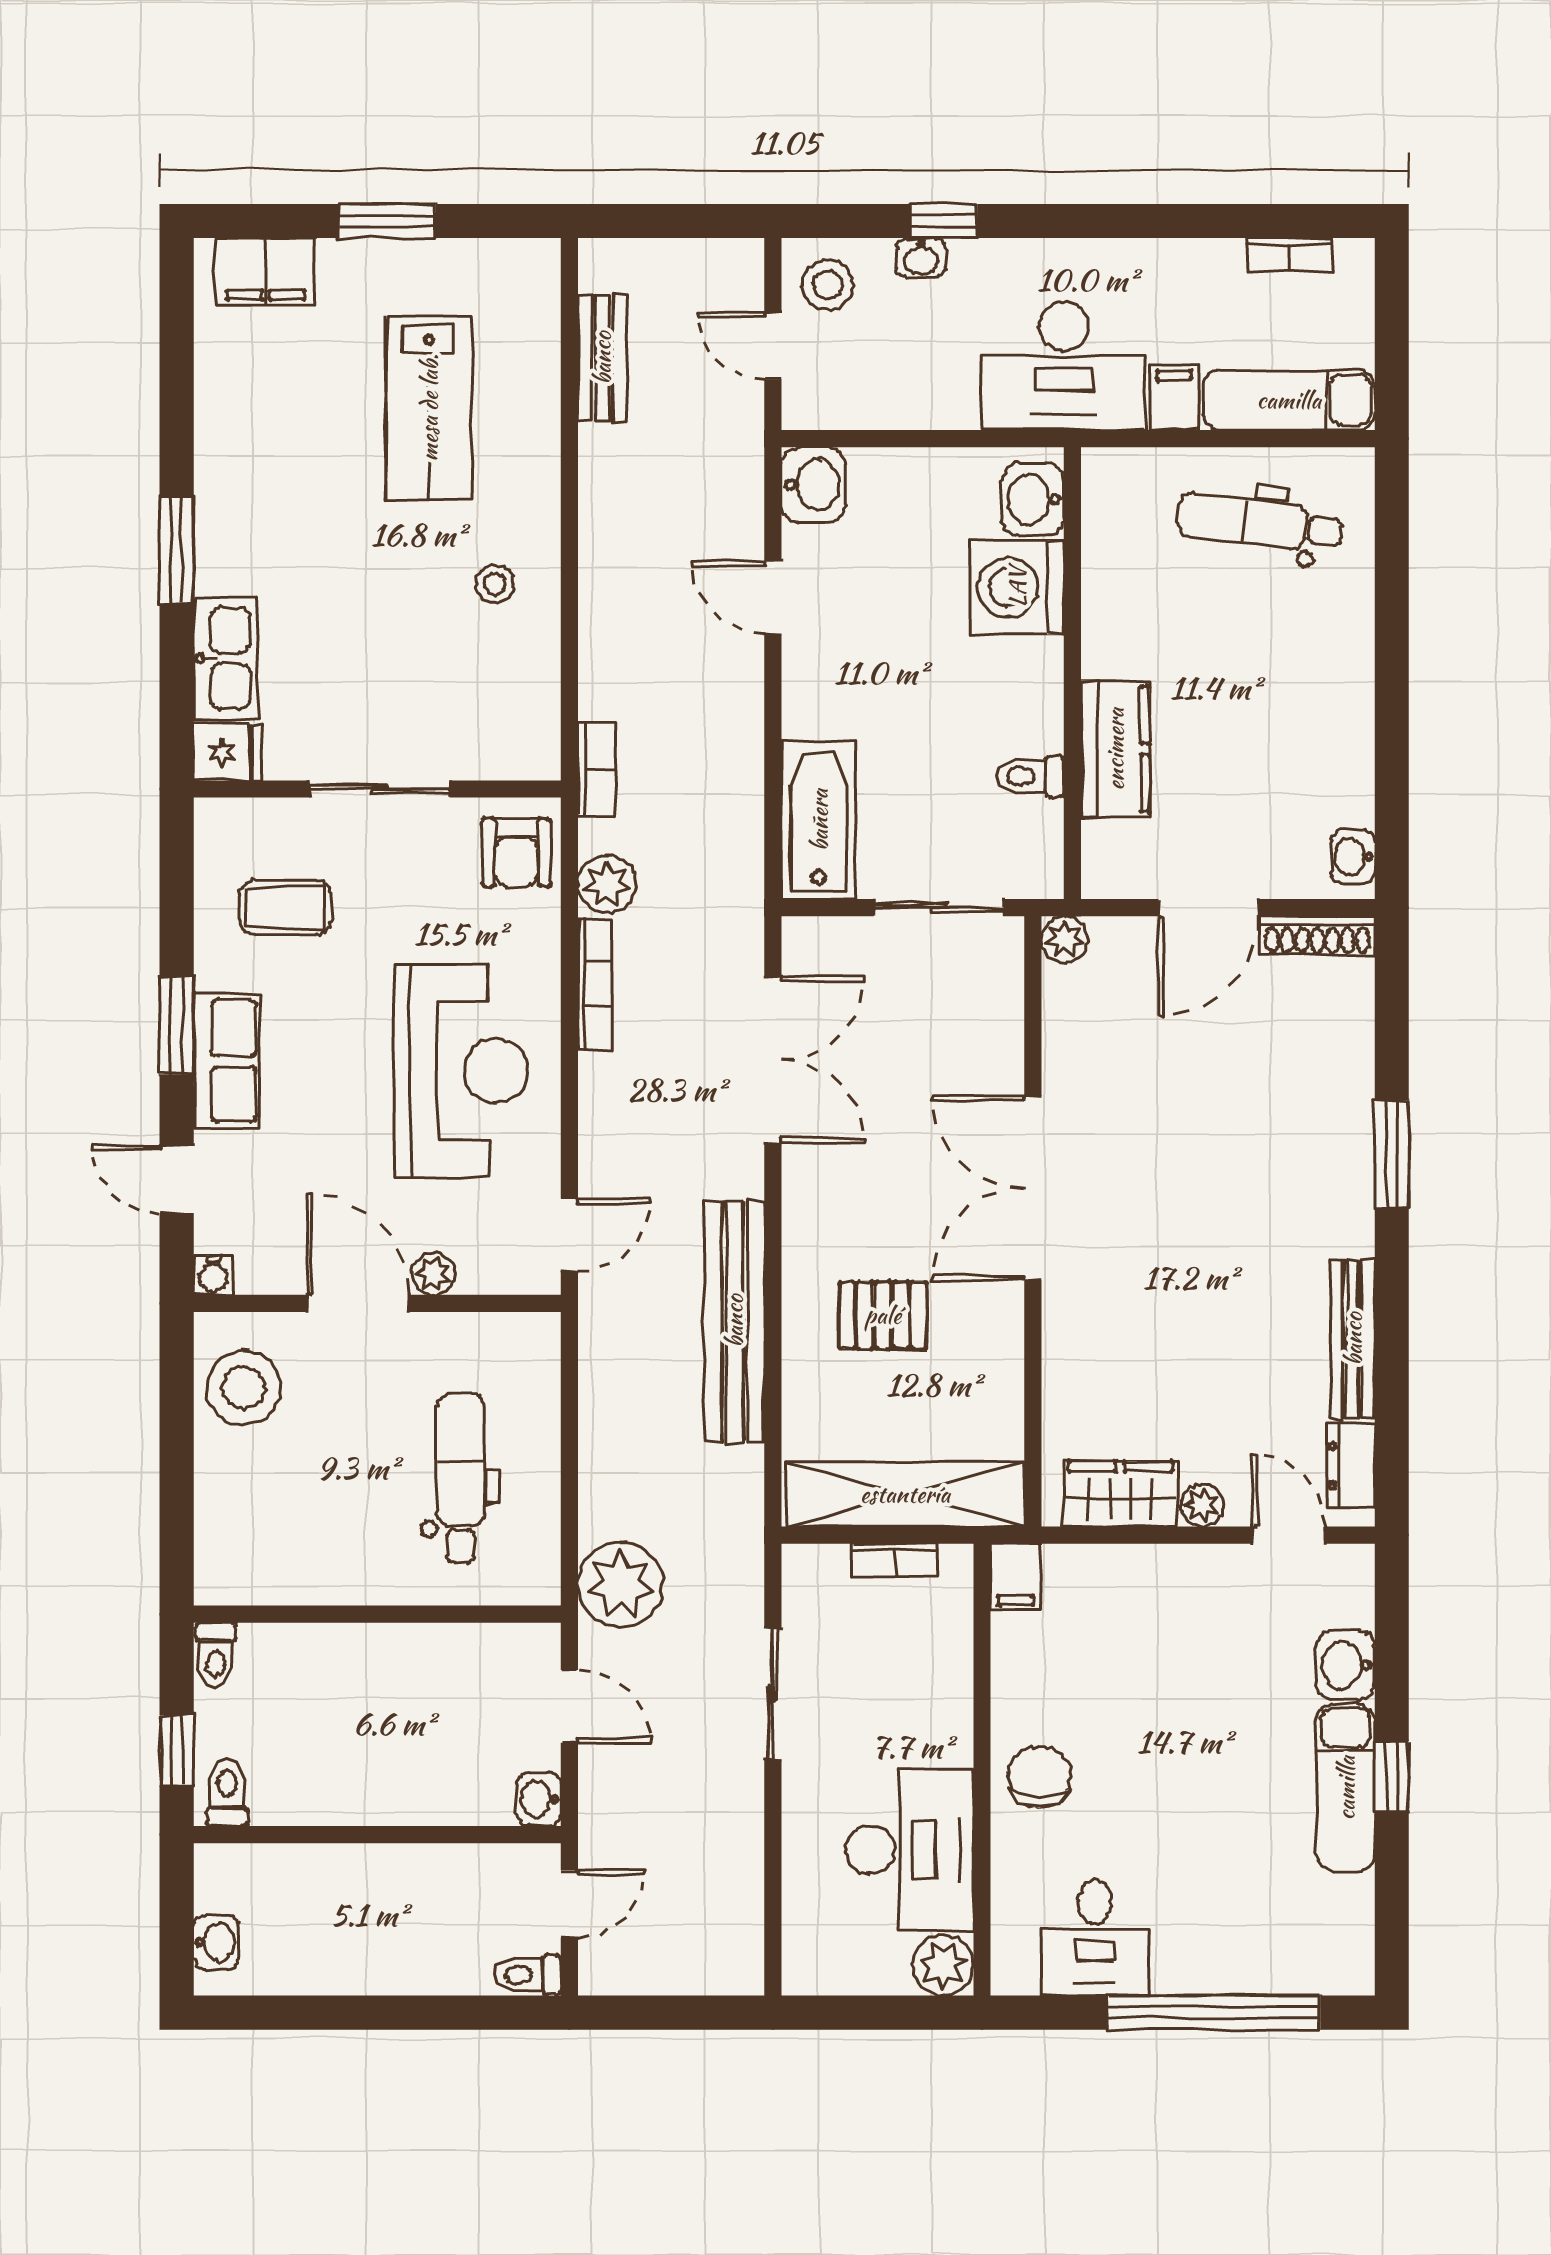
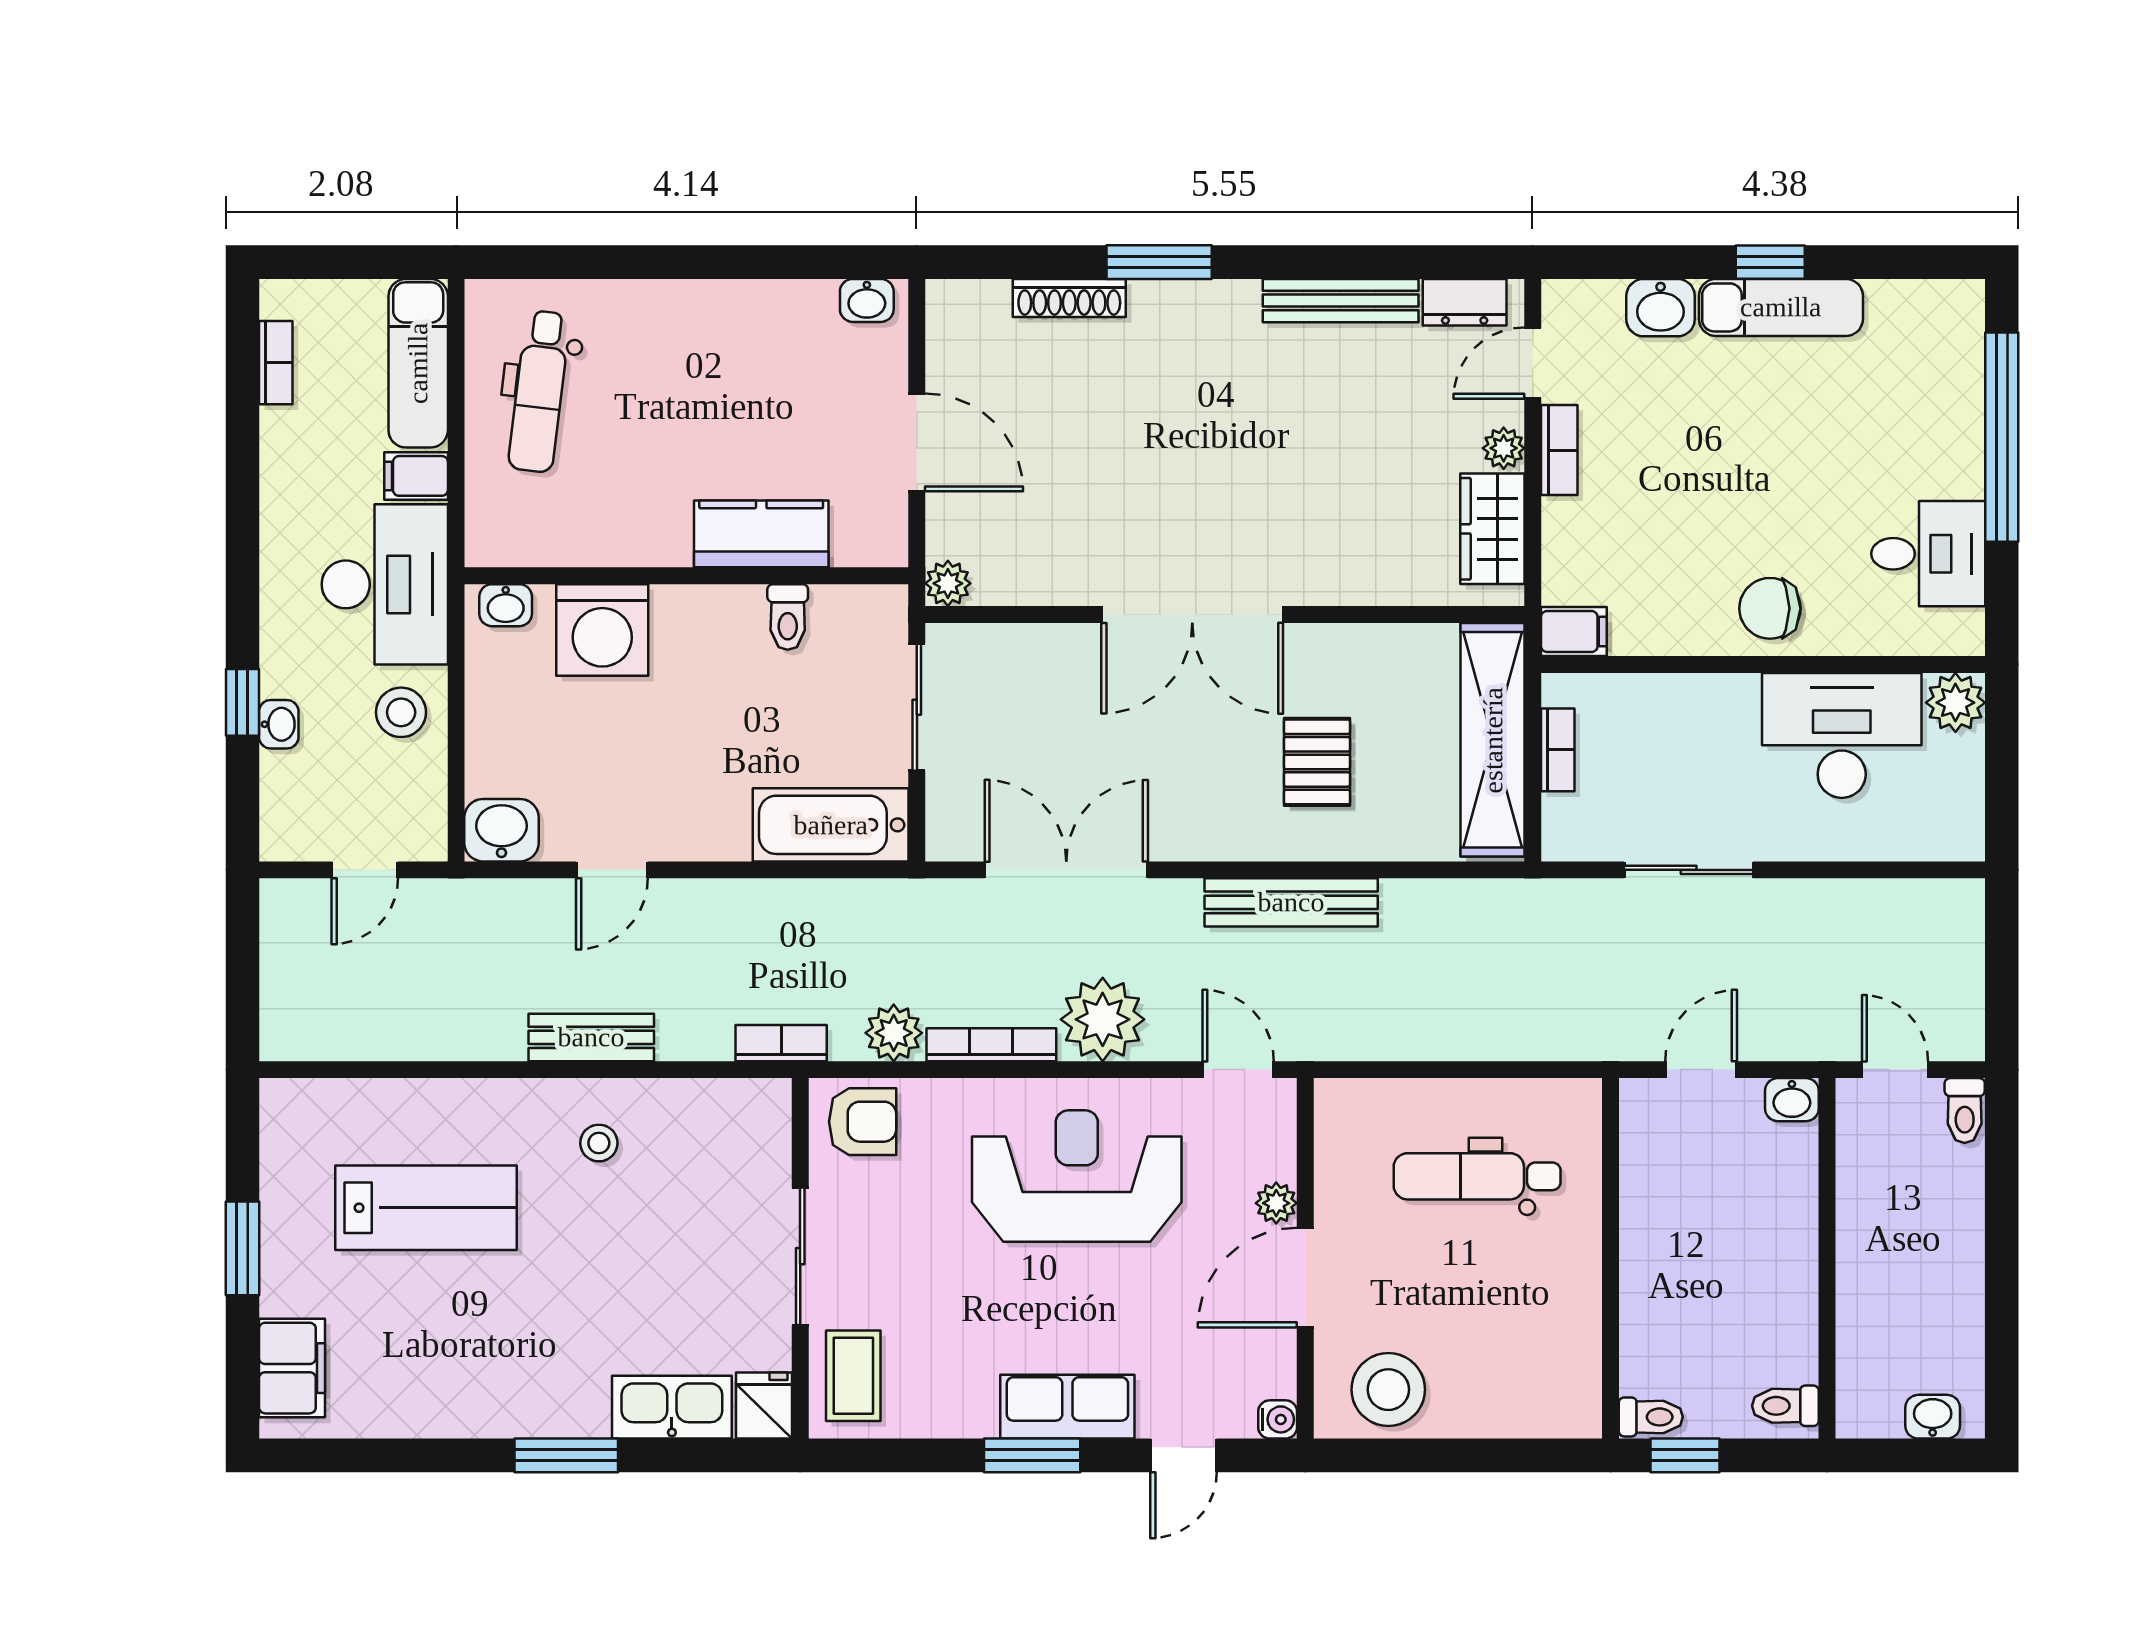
stool: (828, 285) -> (401, 712), moved
bench: (602, 358) -> (591, 1037), moved
washbasin: (1033, 499) -> (506, 605), width x0.72, depth x0.69
coffee table: (285, 907) -> (853, 1376), moved
shoe rack: (1317, 936) -> (1069, 298), moved, turned 90
bench: (734, 1321) -> (1291, 902), width x0.73, depth x0.82
bookcase: (1200, 1562) -> (1559, 450), added
plant: (621, 1585) -> (1103, 1019), moved
window: (177, 1750) -> (1685, 1455), moved

